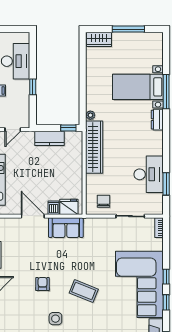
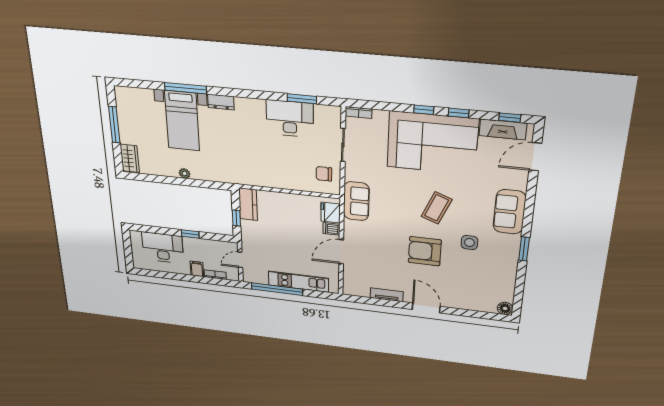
plant: (90, 115) -> (185, 173), moved
window: (68, 128) -> (236, 218), moved
door: (13, 130) -> (240, 260), swing flipped
kitchen counter: (49, 138) -> (248, 204), moved
wardrobe: (94, 147) -> (258, 177), removed
sofa: (66, 228) -> (356, 201), moved
armchair: (43, 284) -> (425, 251), width x1.88, depth x1.88

